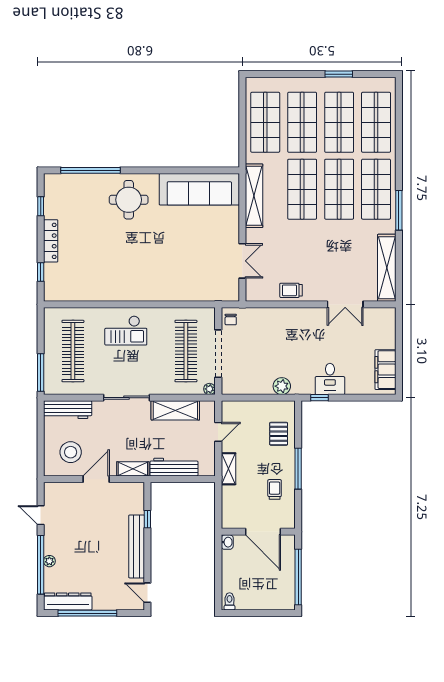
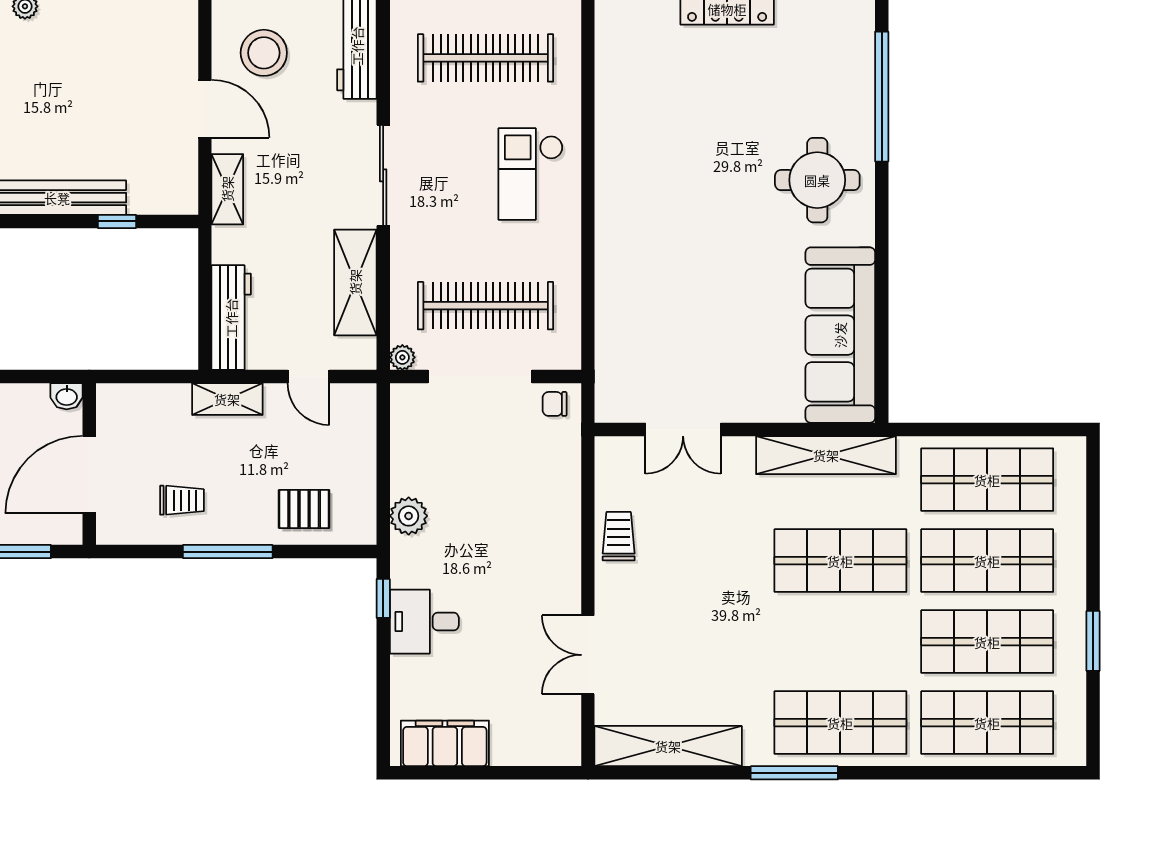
shop shelf: (339, 189) -> (840, 642), removed
workbench: (174, 467) -> (231, 318), moved

